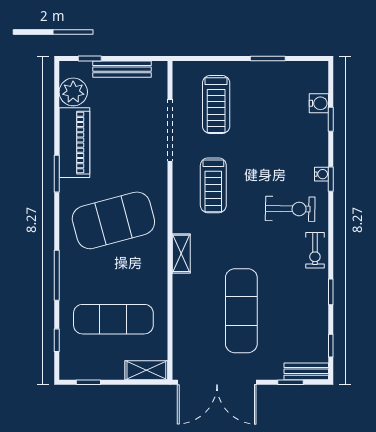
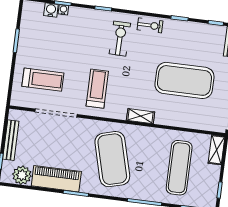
water cooler: (322, 174) -> (63, 10), moved
treadmill: (213, 185) -> (97, 89), turned -90
exercise mat: (241, 311) -> (184, 80), width x1.47

